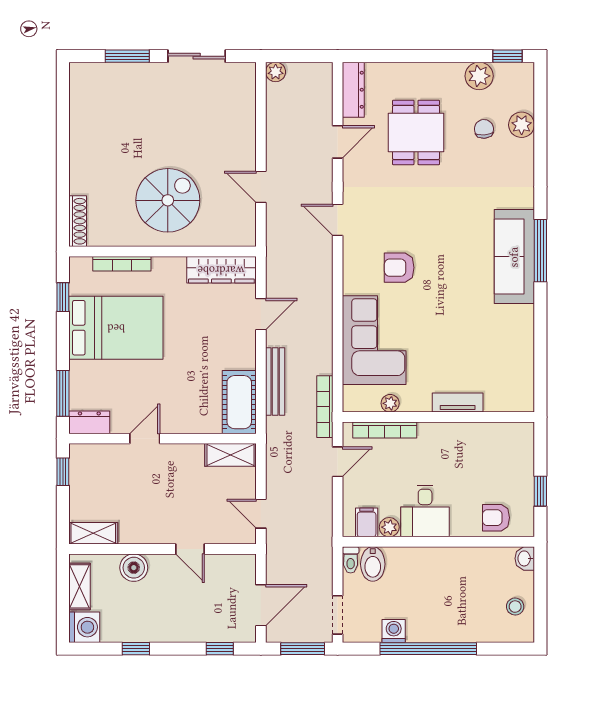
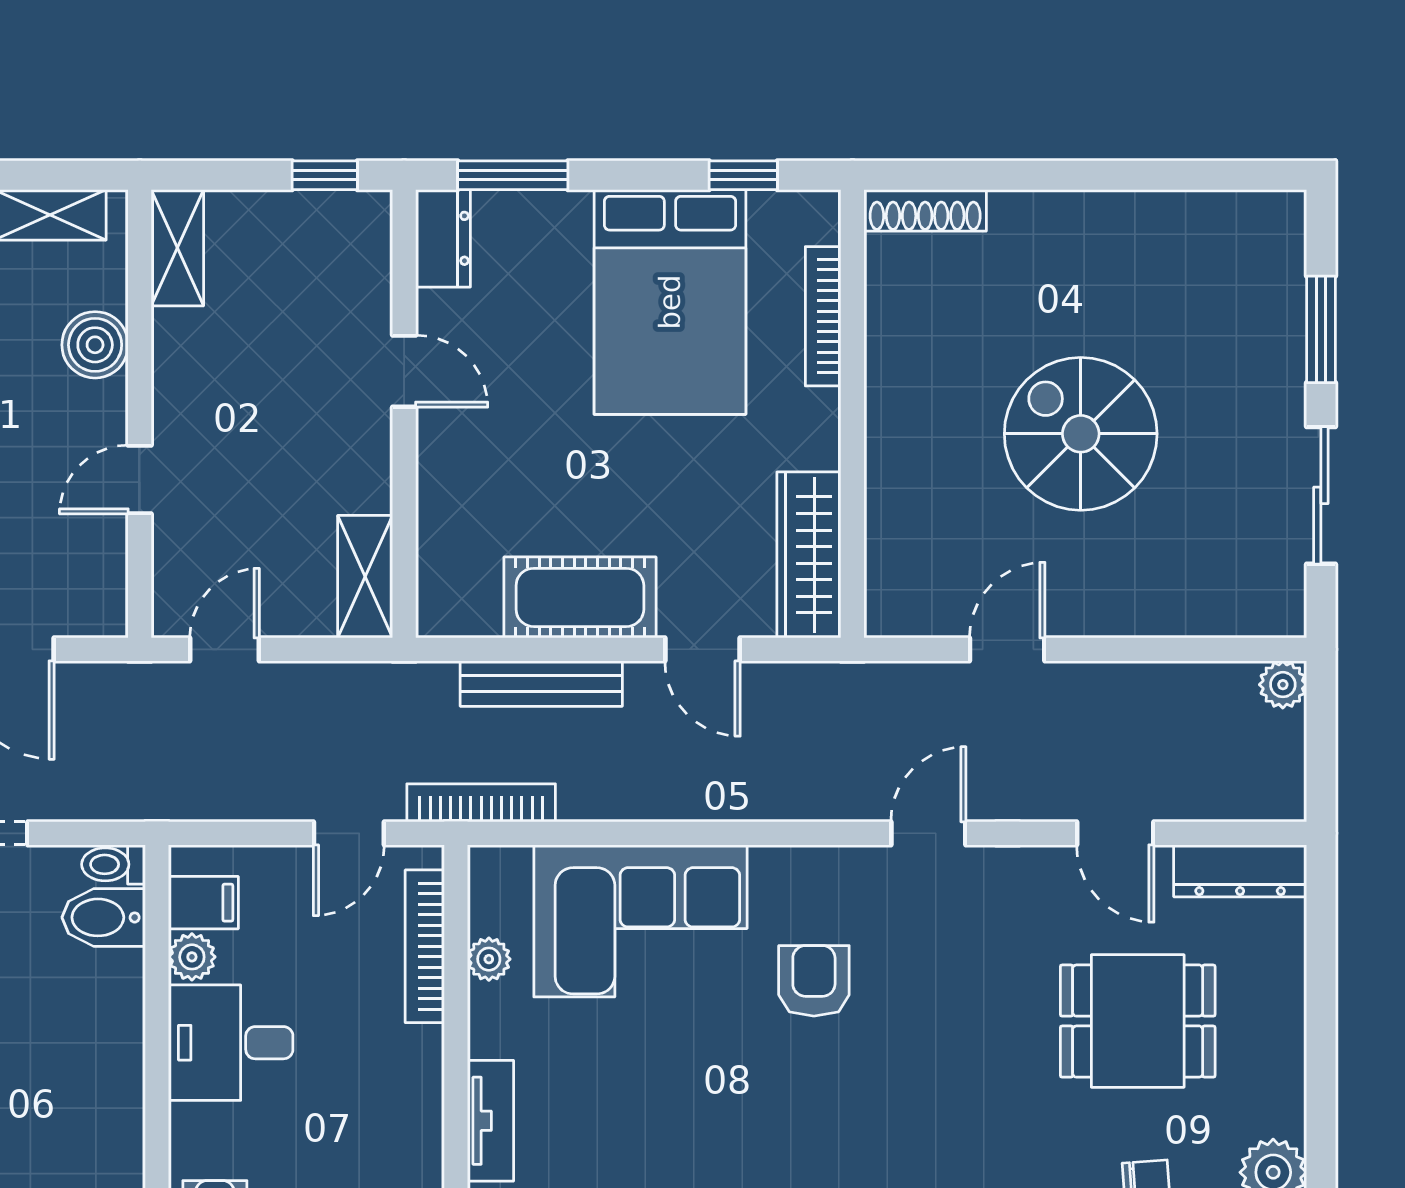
spiral stairs: (168, 200) -> (1081, 434), moved, turned 180
cot: (239, 402) -> (580, 597), moved
door: (338, 462) -> (349, 833), hinge flipped

